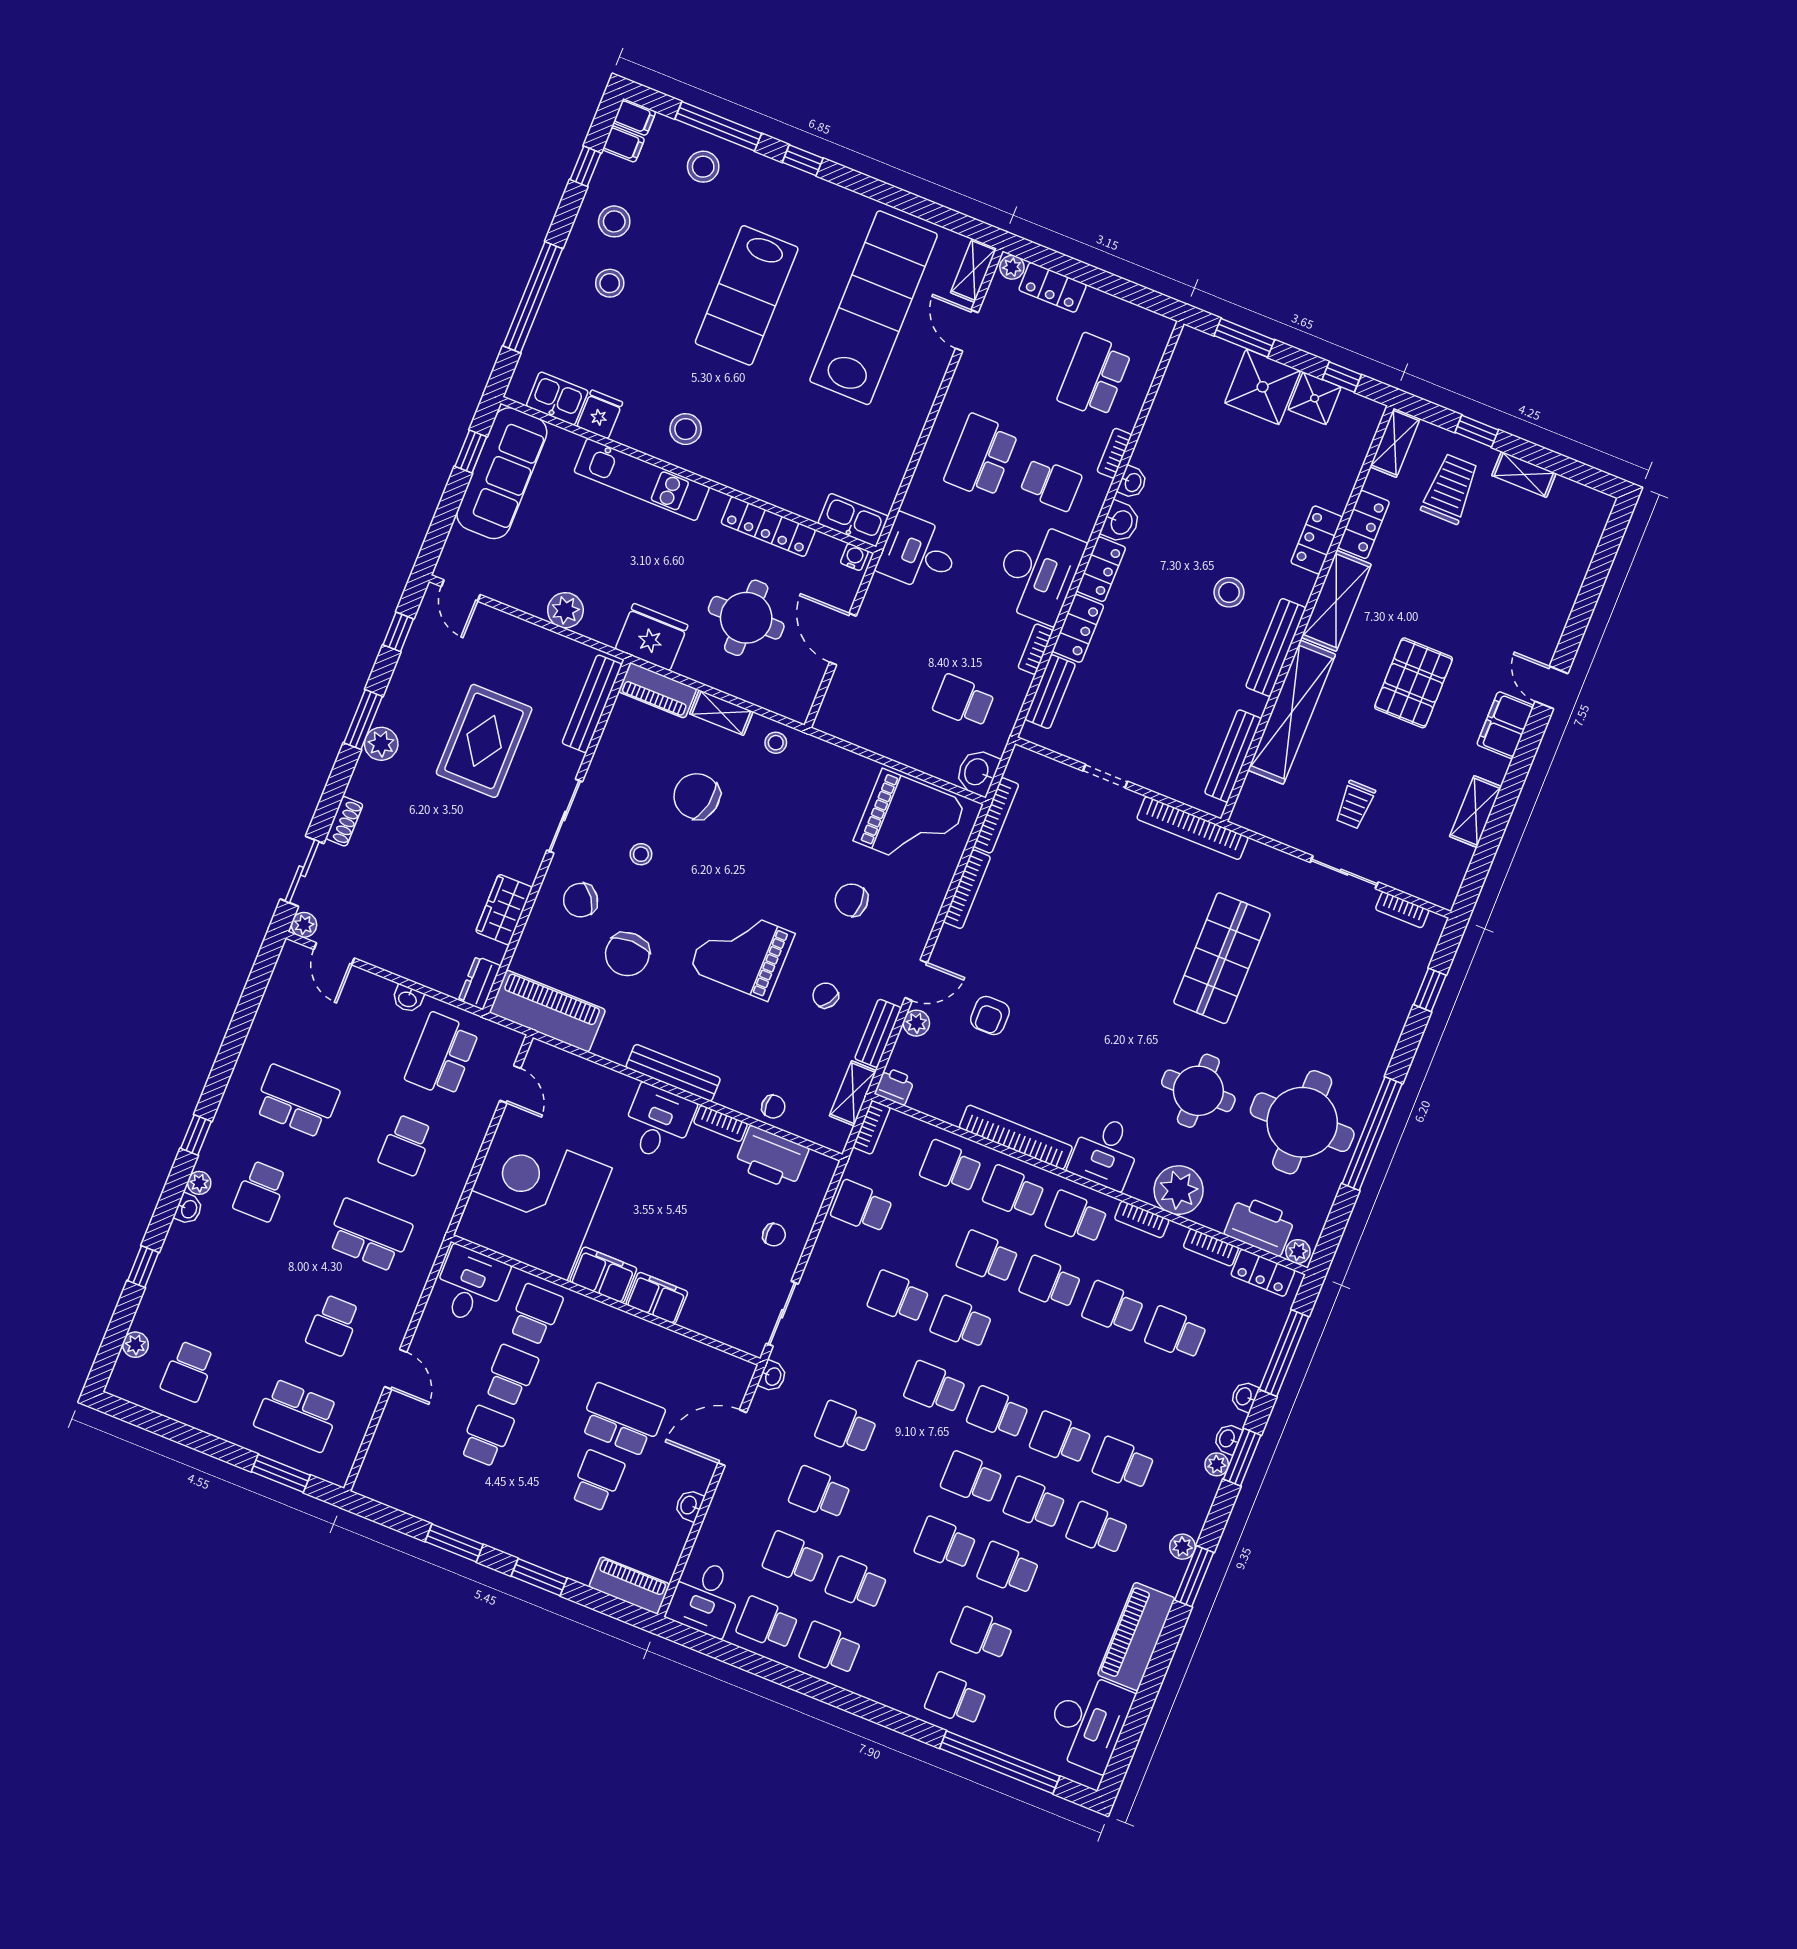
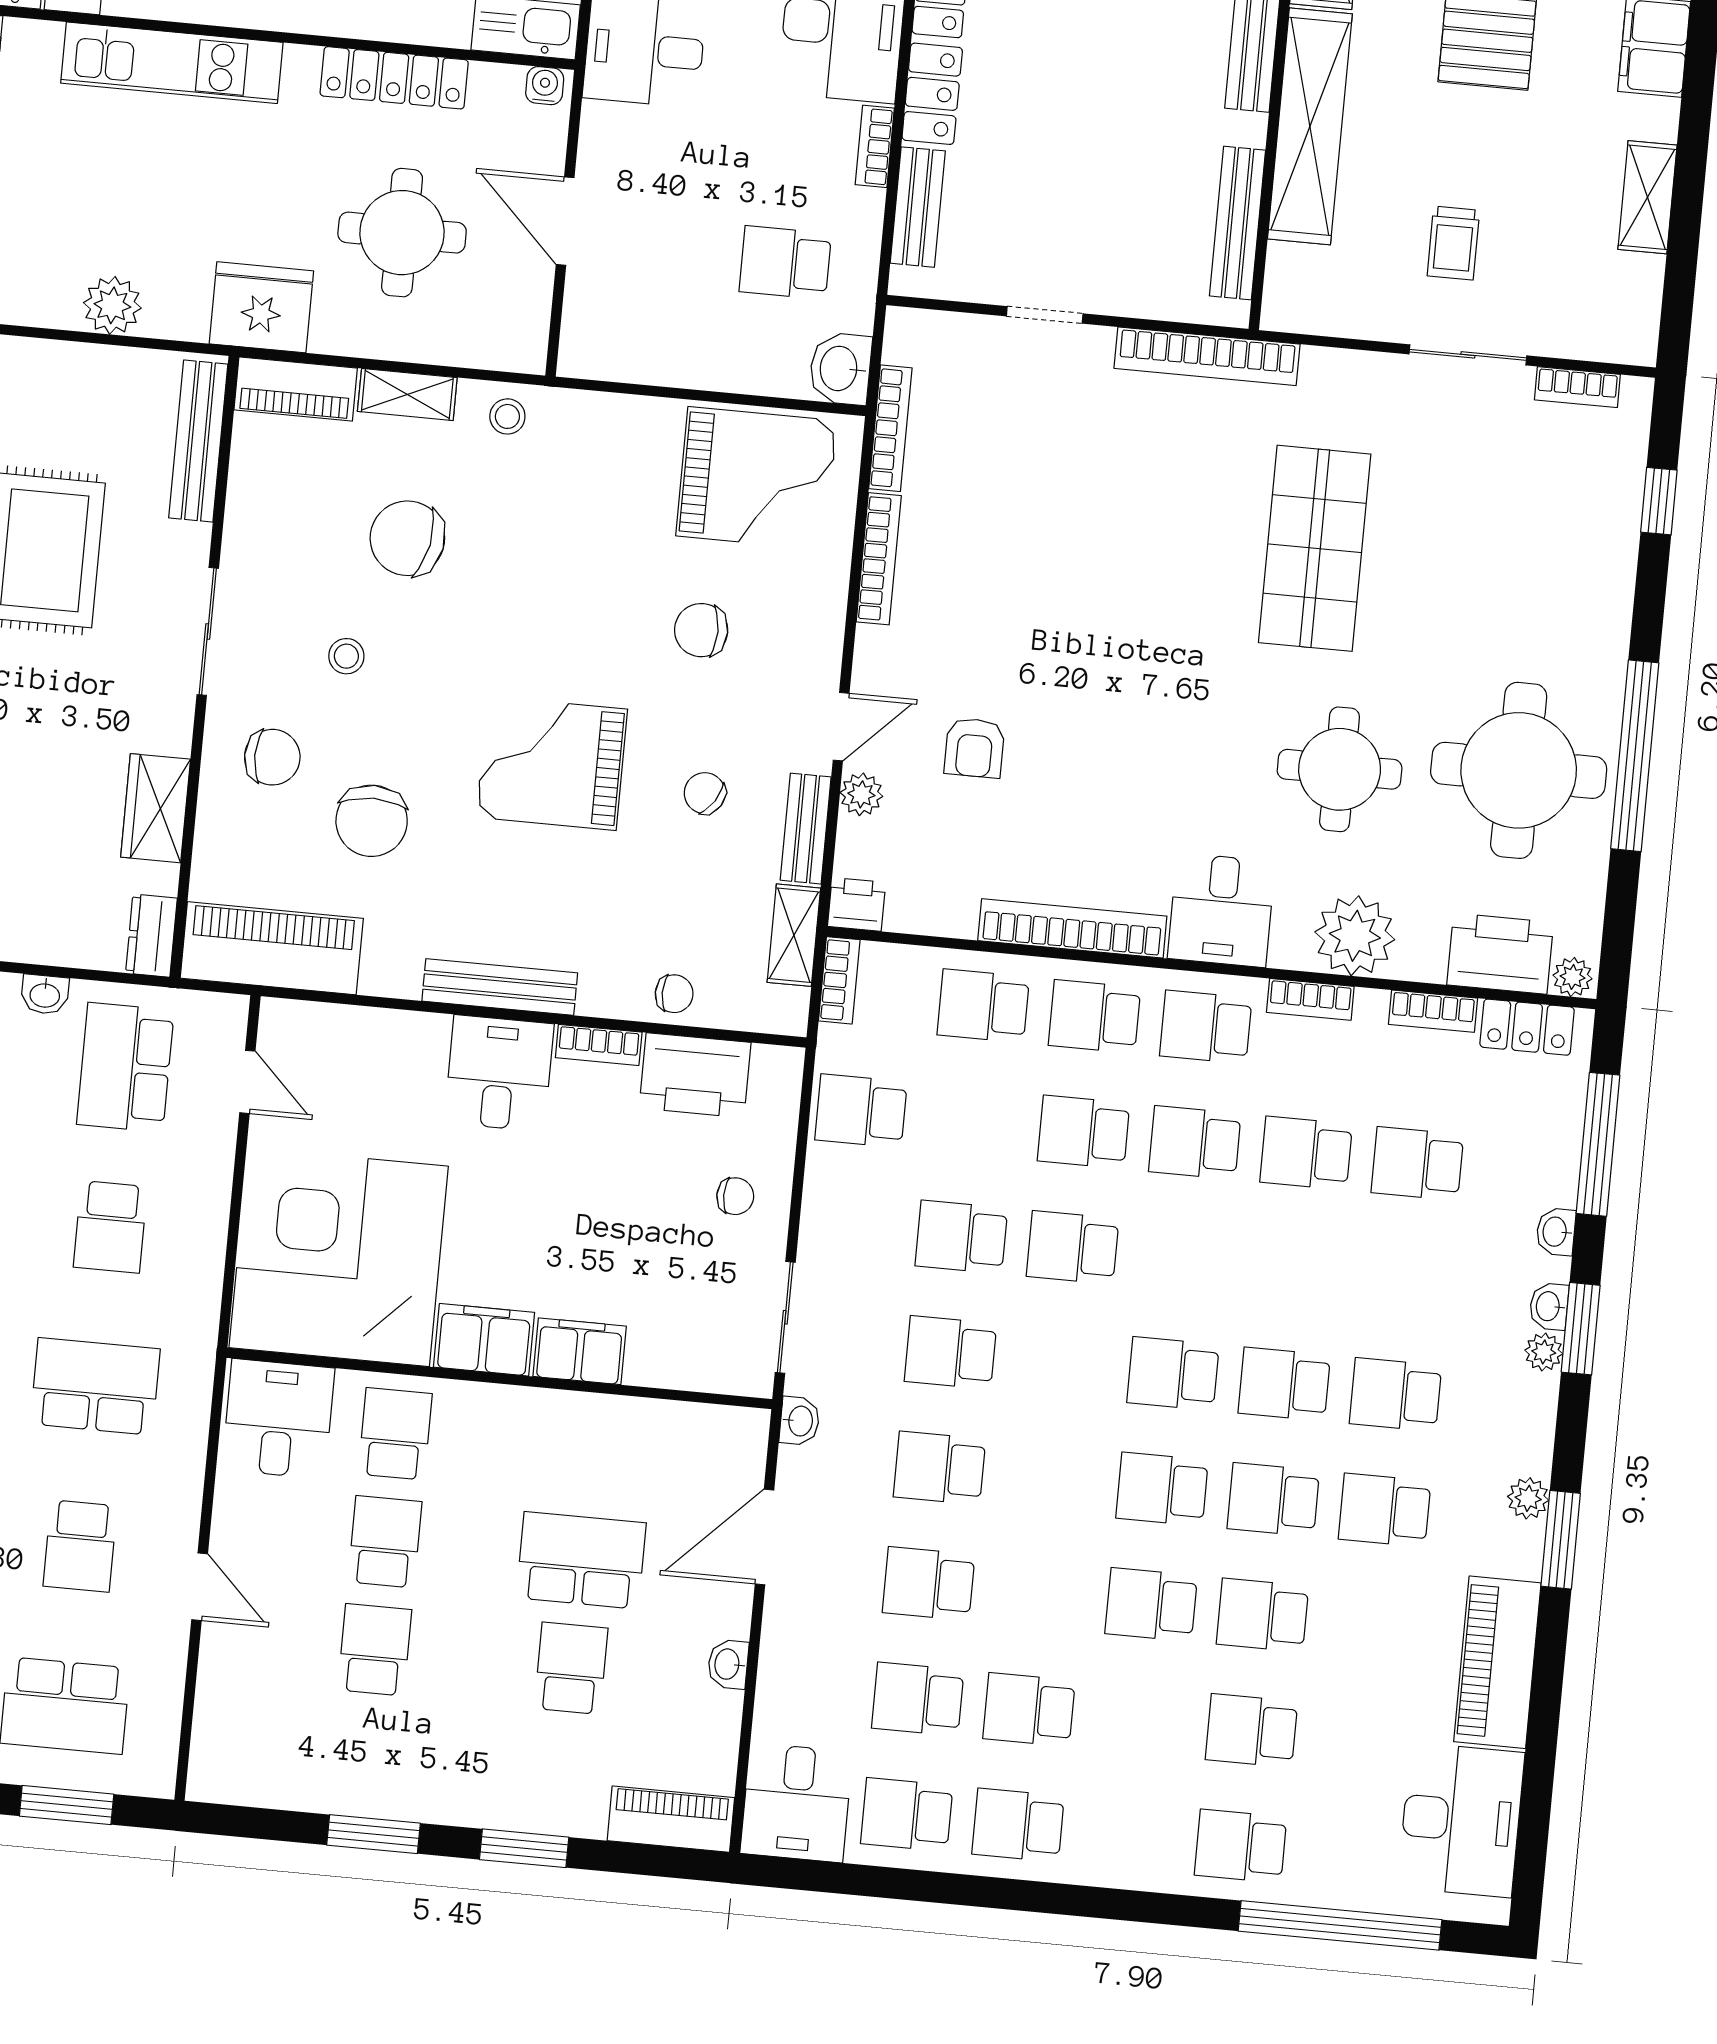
chair: (581, 900) -> (272, 757), turned -144
school desk: (935, 1388) -> (950, 1352), moved

